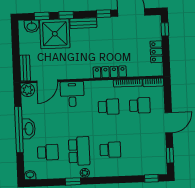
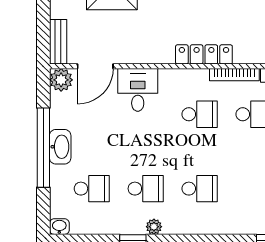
school desk: (79, 151) -> (146, 189), width x0.54

